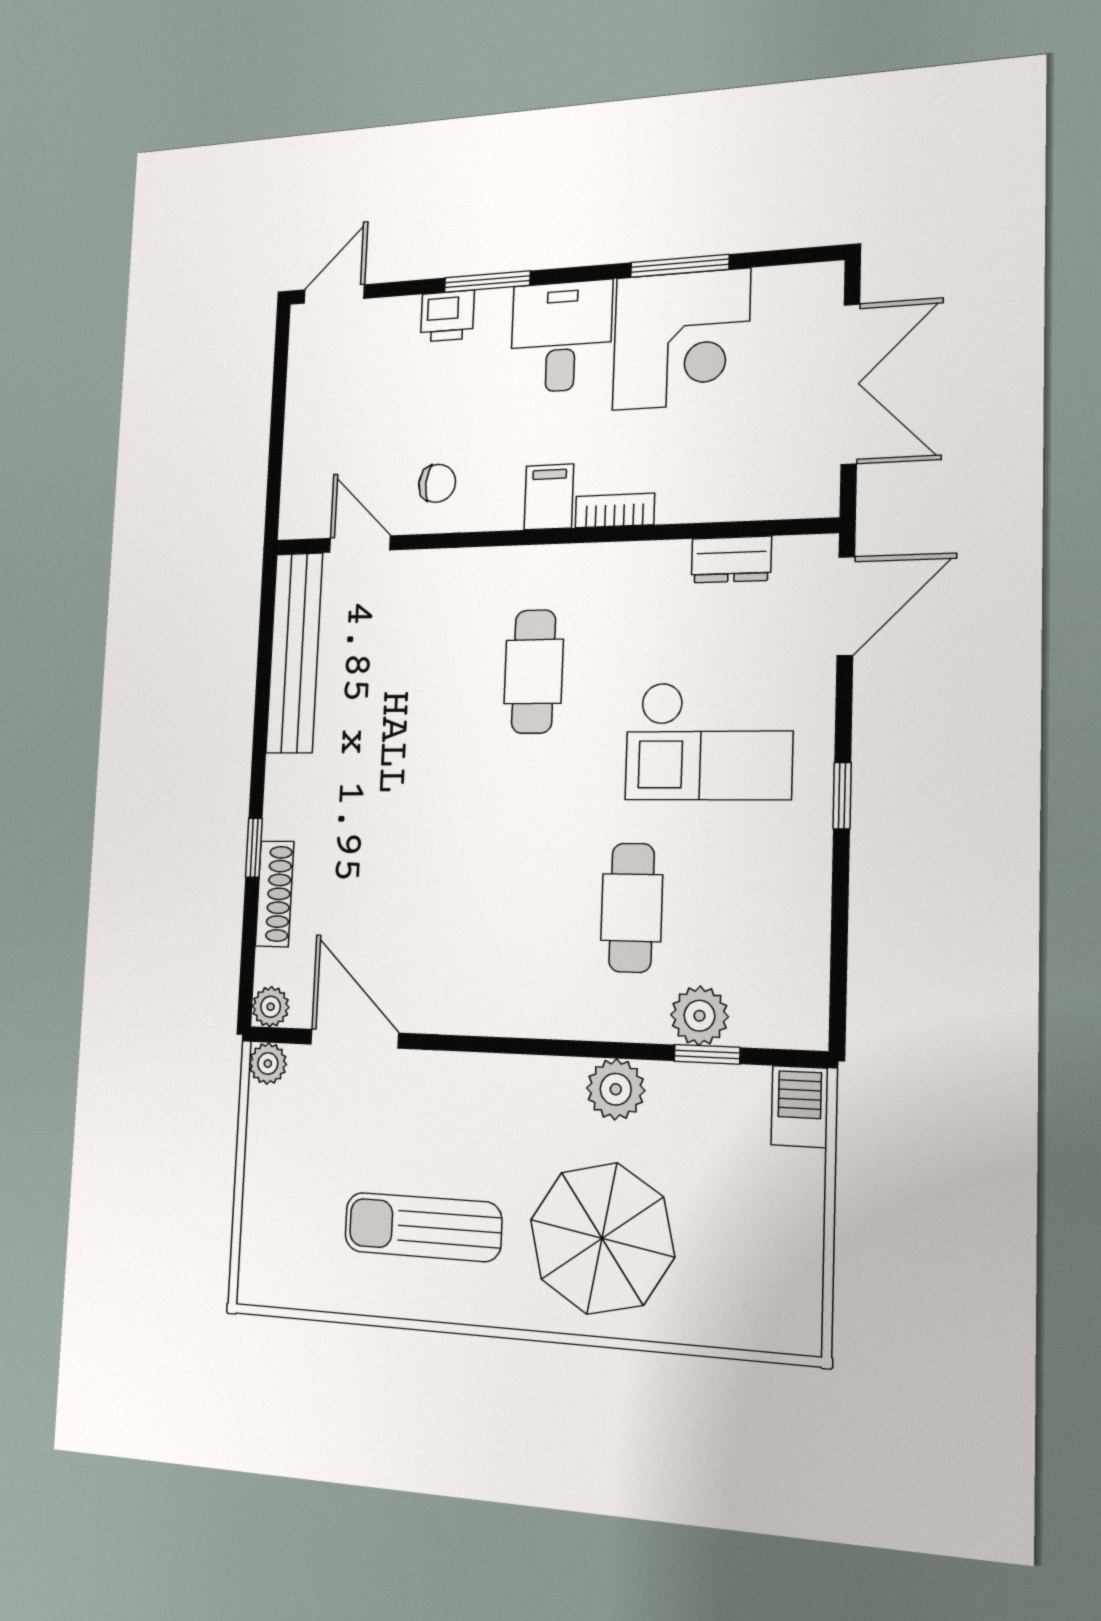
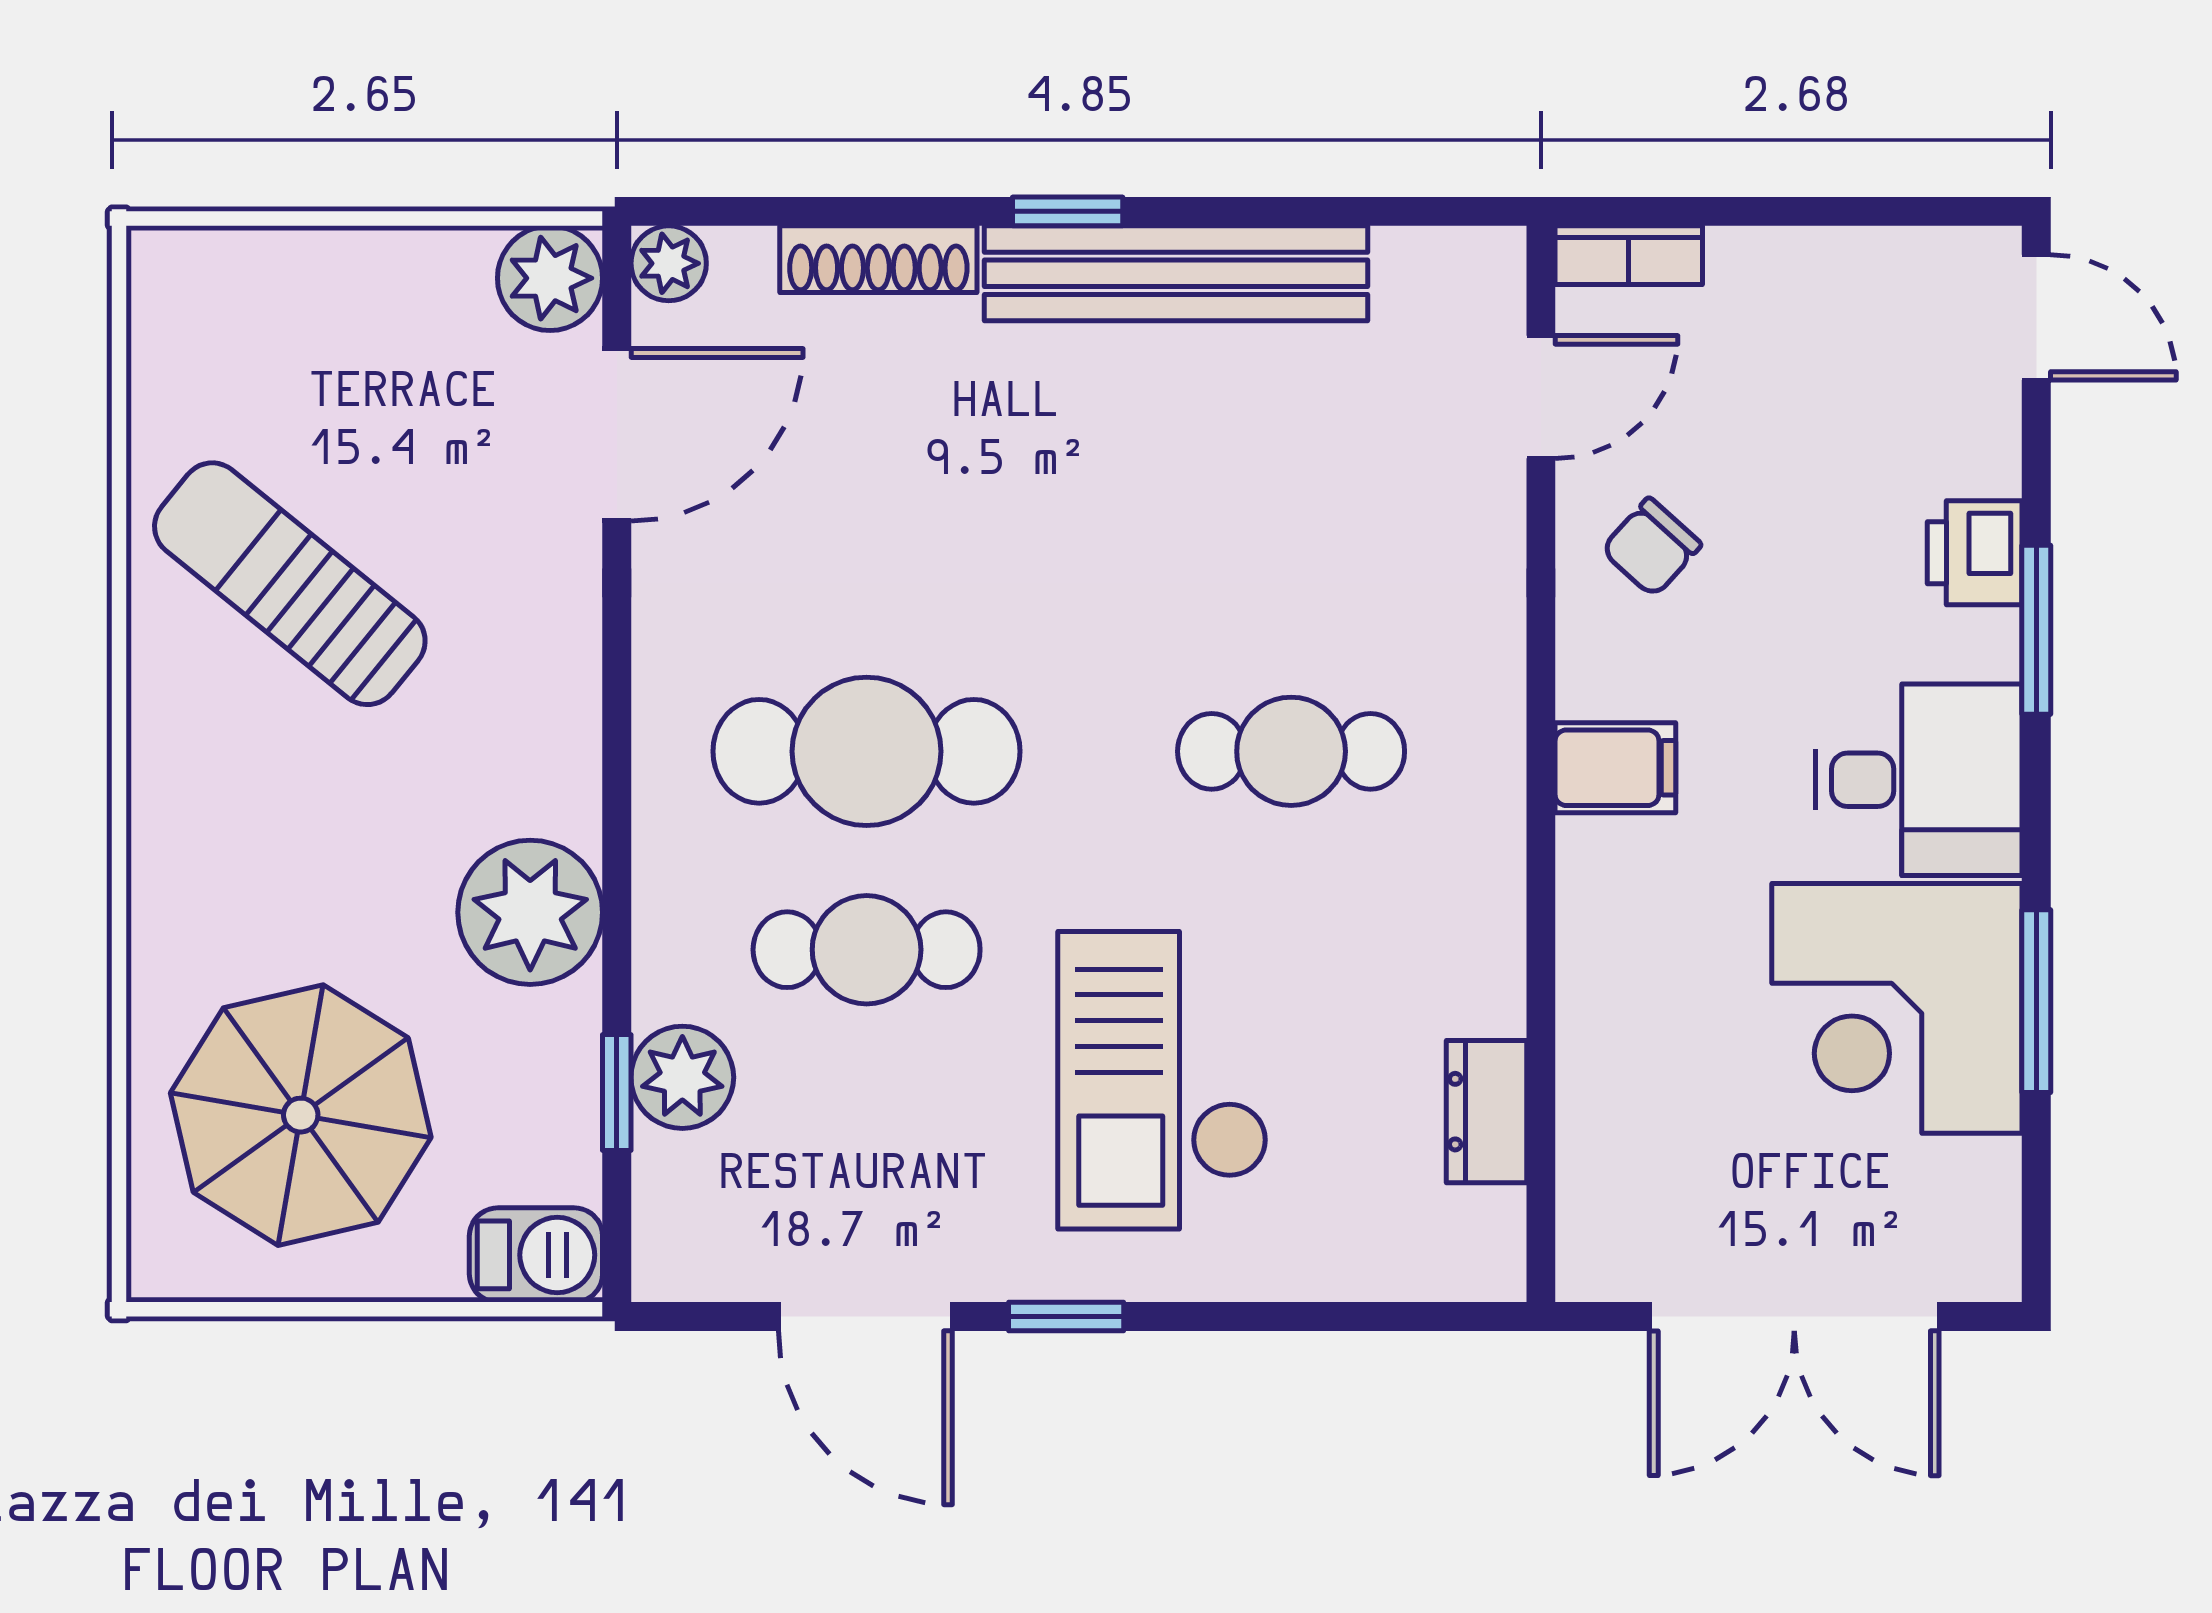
chair: (437, 483) -> (1651, 547), turned 37
bookcase: (615, 510) -> (1629, 255), moved, turned 90
door: (846, 606) -> (865, 1316), moved
bench: (294, 653) -> (1176, 273), moved
window: (254, 848) -> (1068, 211), moved
cafe table: (525, 905) -> (867, 751), added
plant: (268, 1064) -> (550, 278), width x1.38, depth x1.38
plant: (616, 1089) -> (530, 912), width x1.36, depth x1.36
sun lounger: (423, 1227) -> (290, 584), turned -51
parasol: (602, 1238) -> (301, 1115), moved

